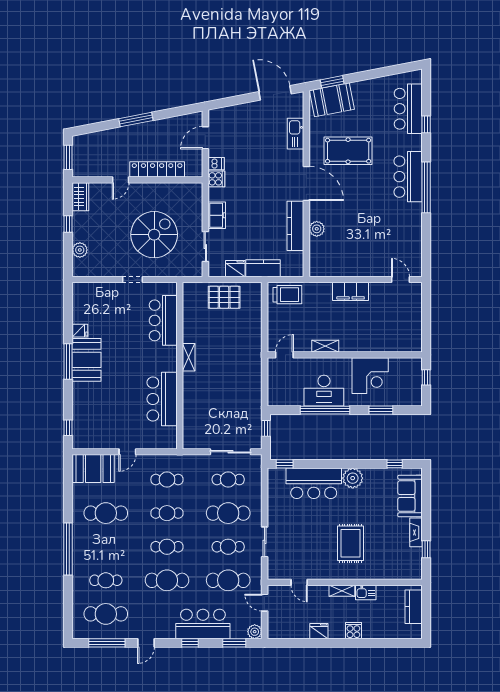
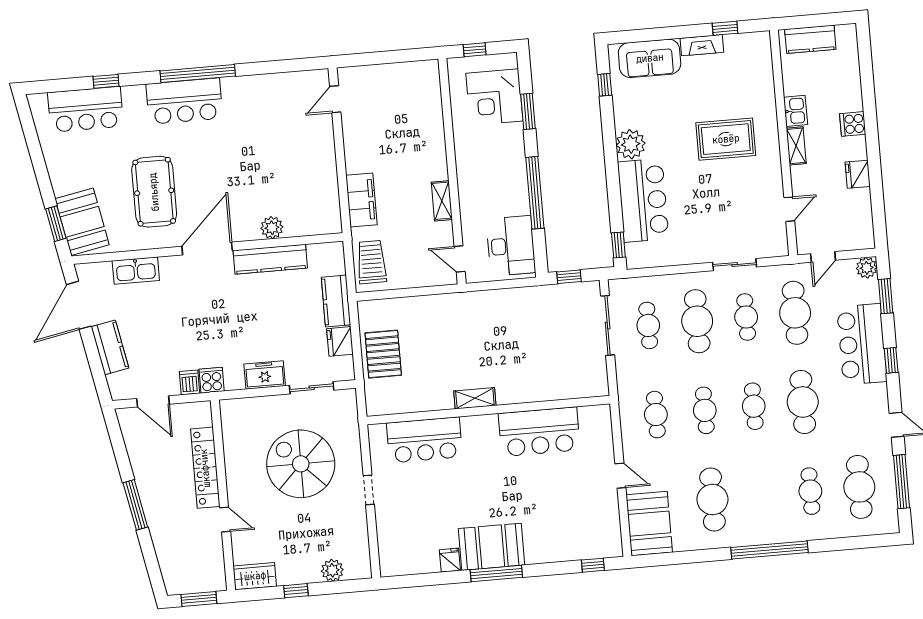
kitchen counter: (245, 112) -> (110, 347), added
filing cabinet: (351, 291) -> (361, 200), moved
corner desk: (370, 376) -> (494, 97), moved, turned 180
desk: (324, 391) -> (511, 246), moved

